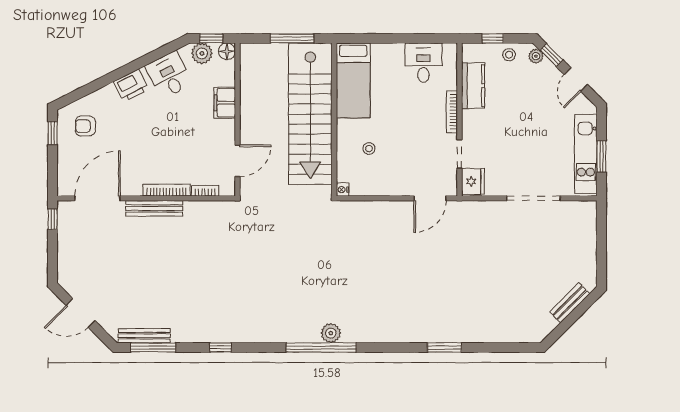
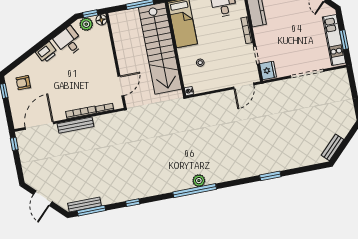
filing cabinet: (225, 103) -> (106, 52), removed
bench: (570, 303) -> (333, 147), moved
door: (81, 313) -> (43, 198), hinge flipped

